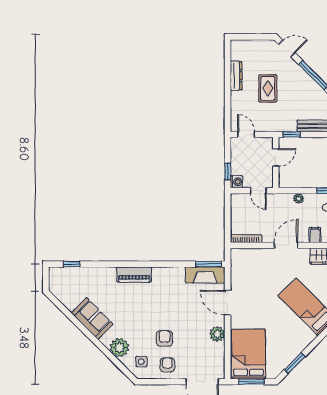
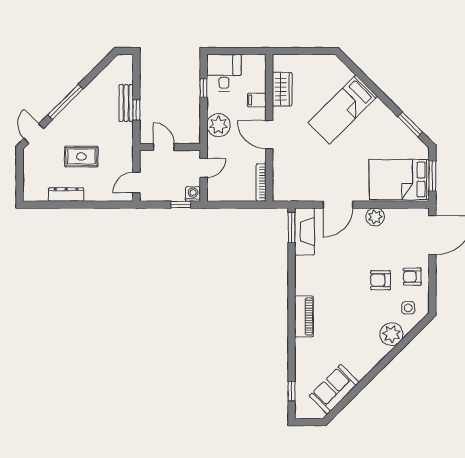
window: (292, 134) -> (136, 110), moved
plant: (299, 198) -> (218, 125), width x1.87, depth x1.87
sofa: (92, 318) -> (334, 389), moved

